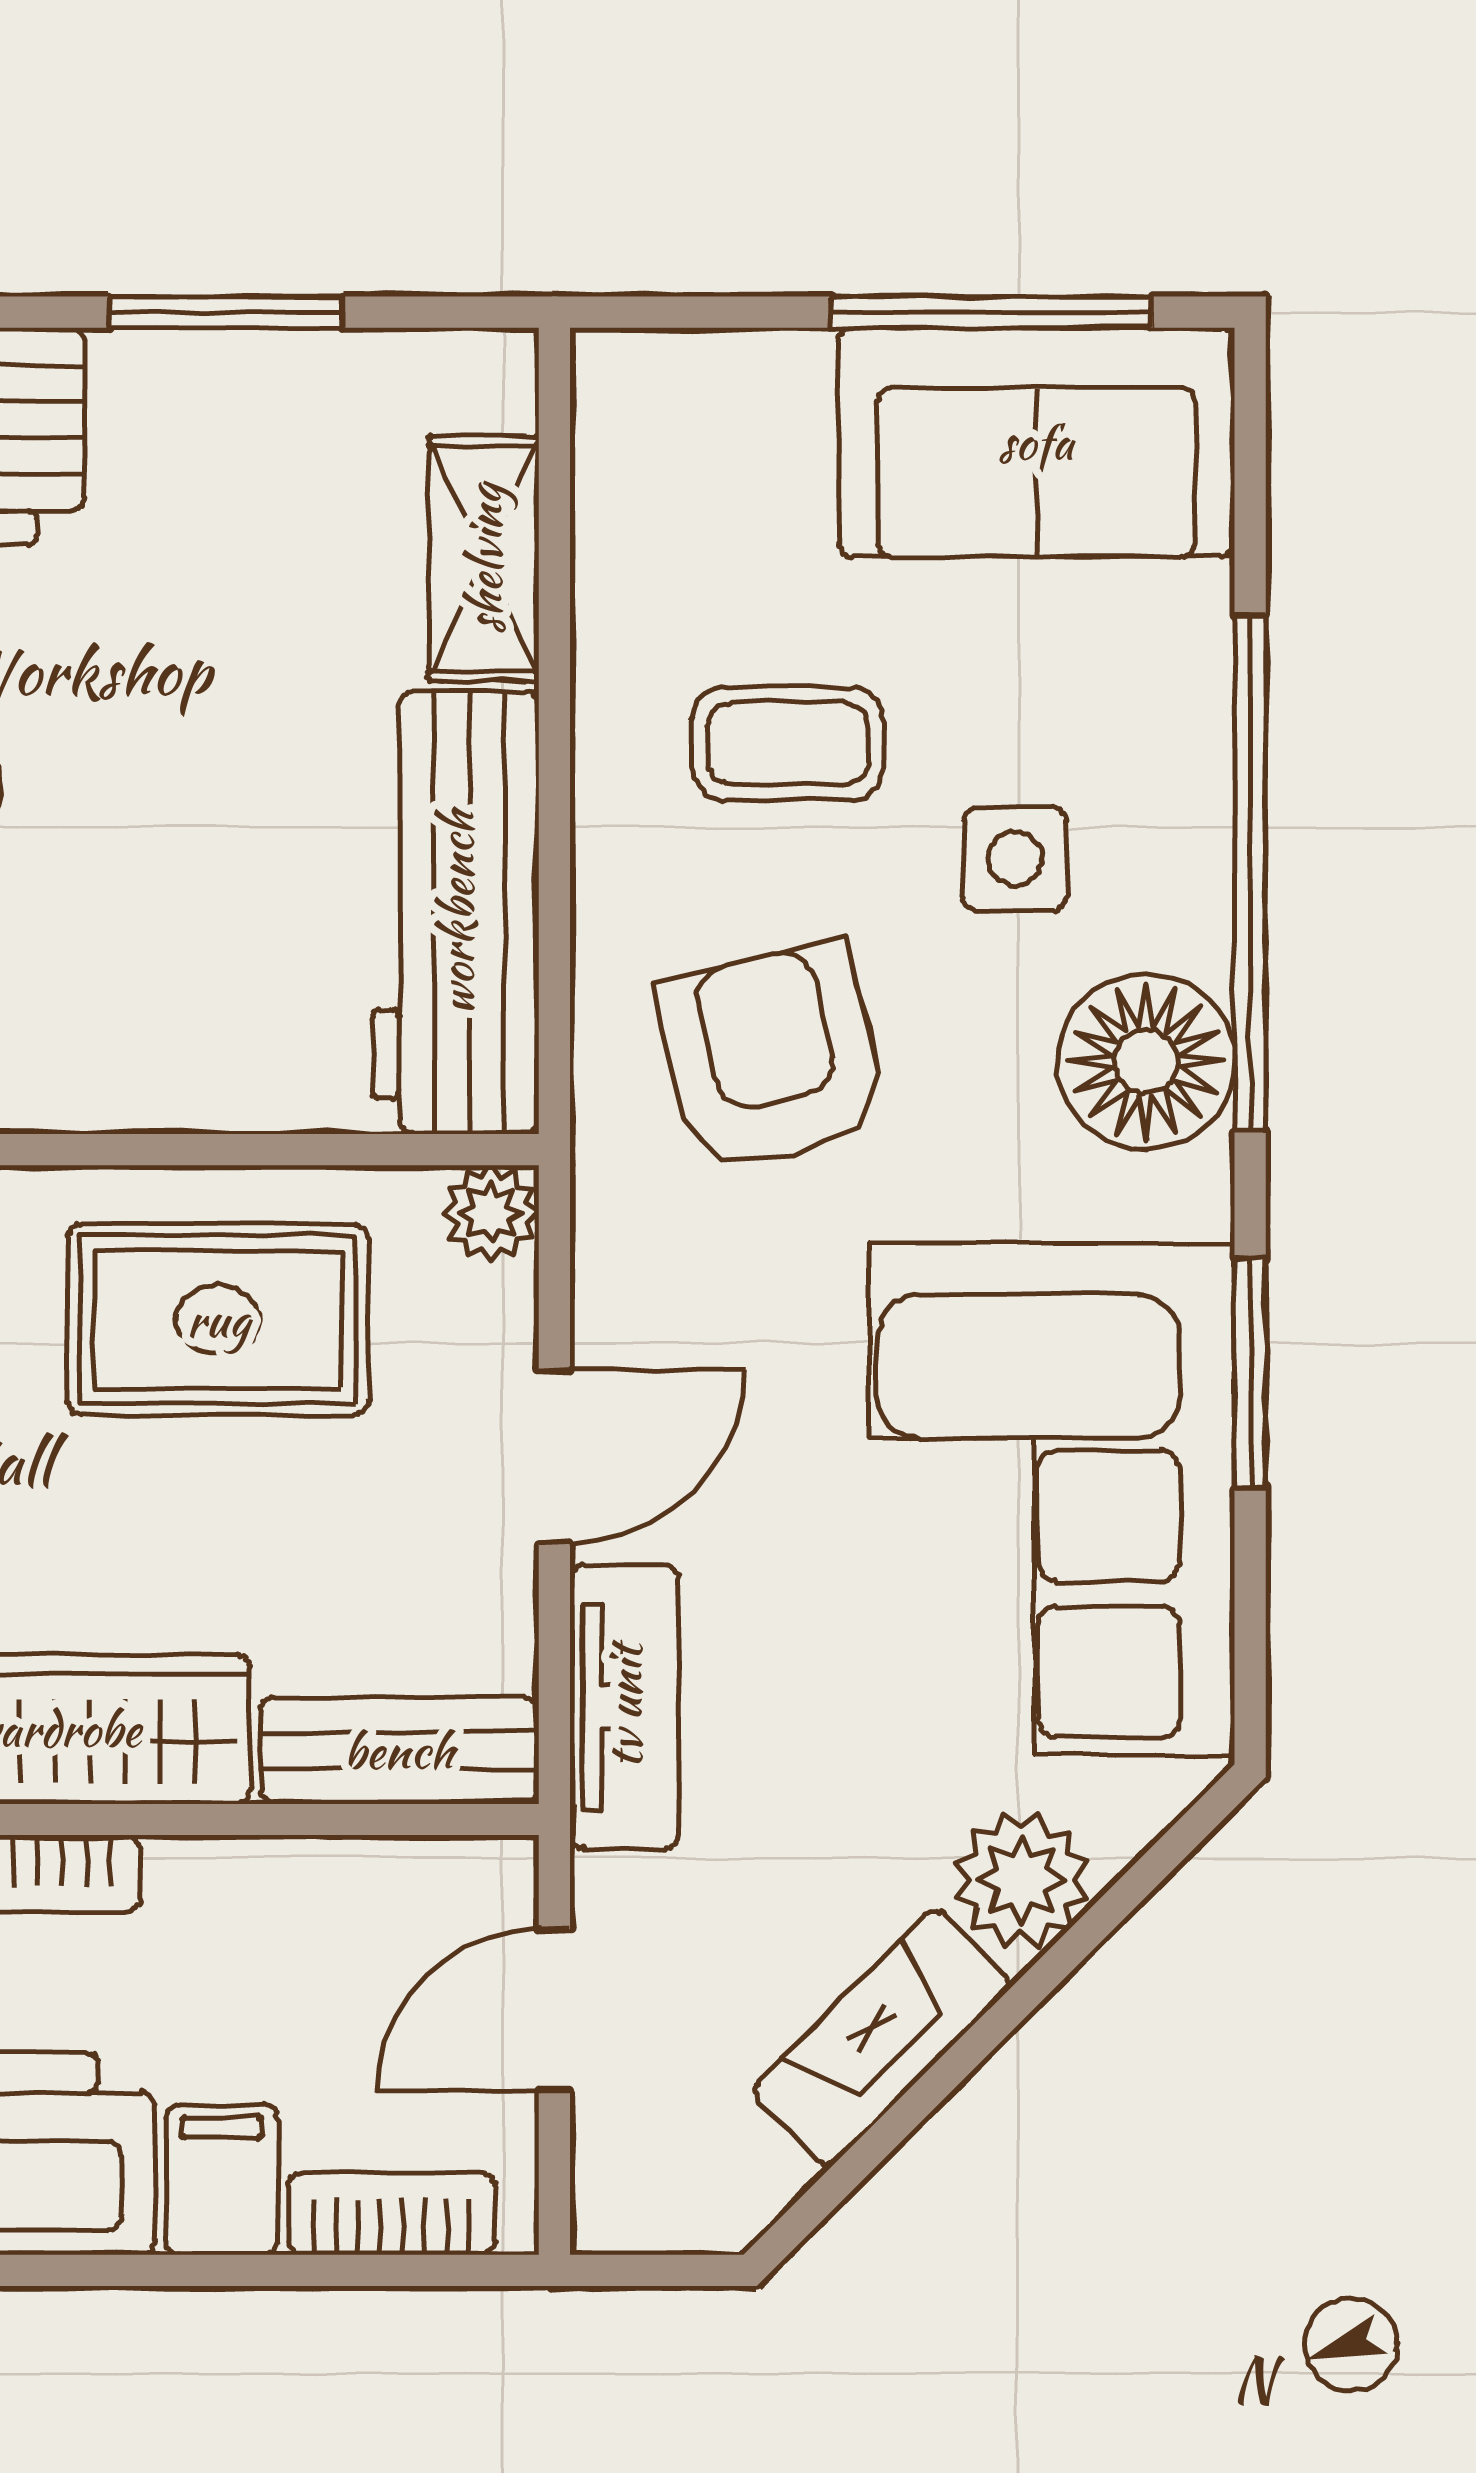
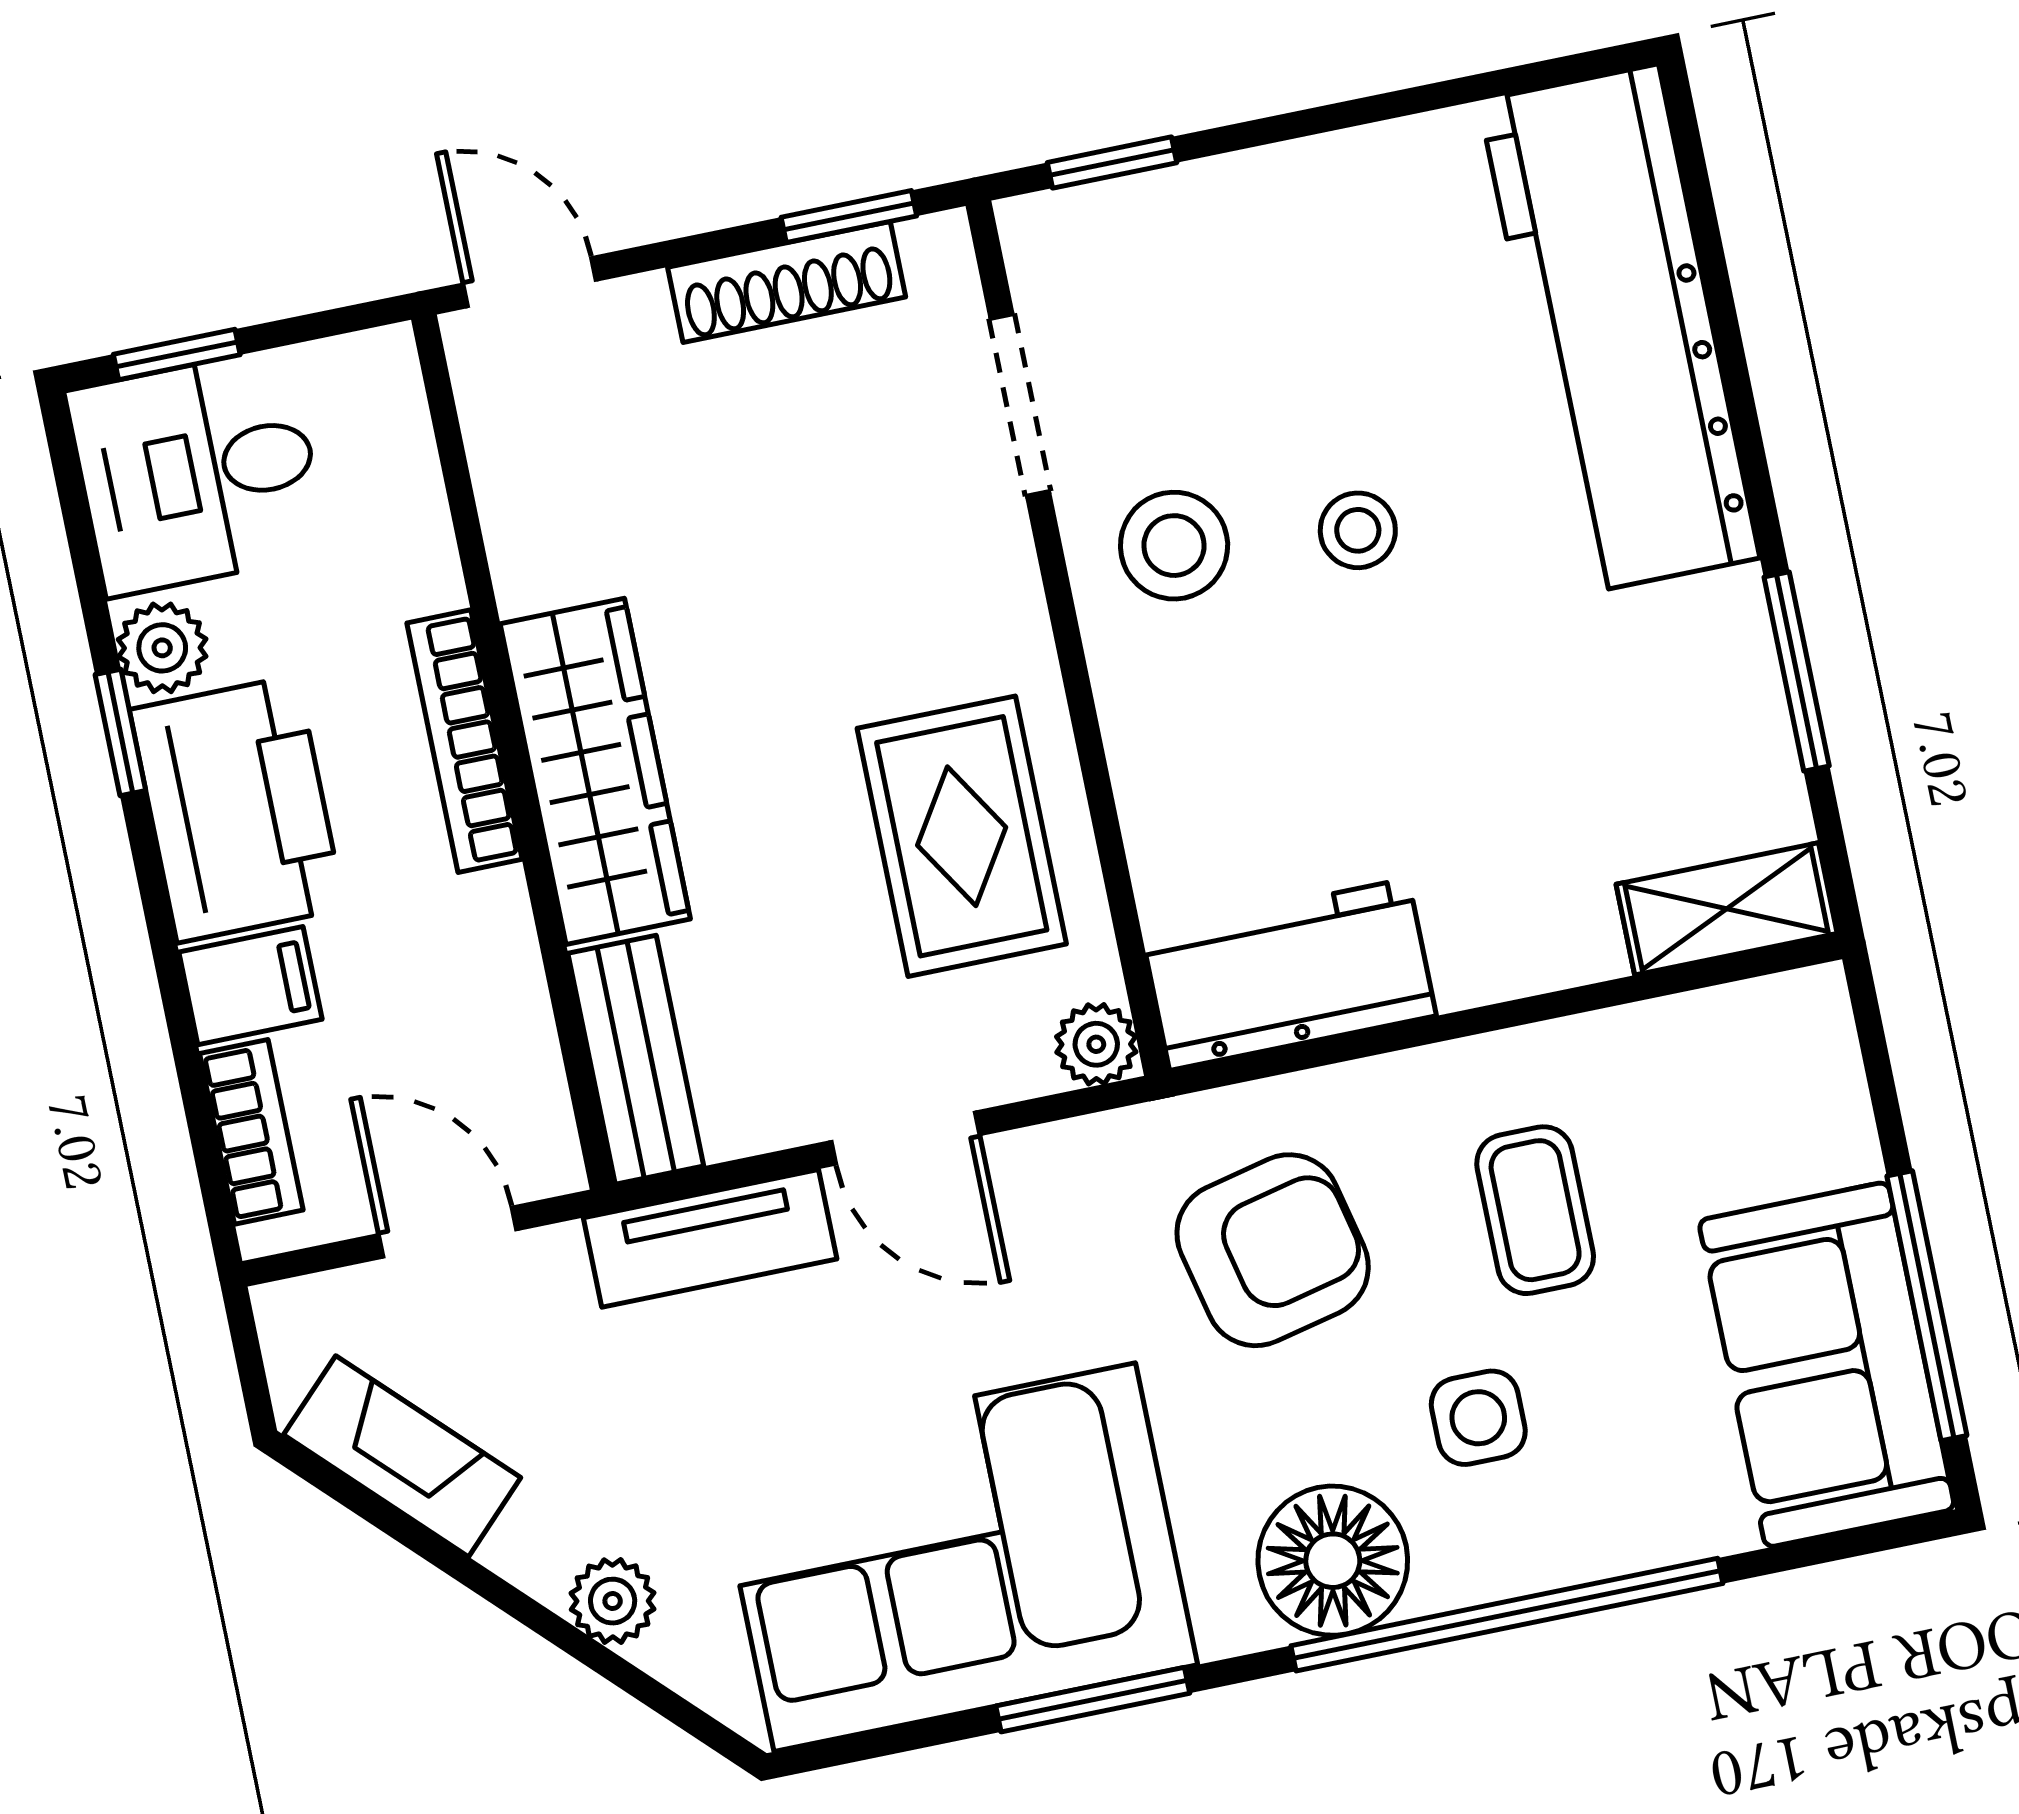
shelving: (484, 559) -> (1727, 909), moved
workbench: (456, 913) -> (1289, 974), width x0.73
plant: (1021, 1880) -> (613, 1601), width x0.73, depth x0.73
fireplace: (882, 2038) -> (402, 1456), moved

